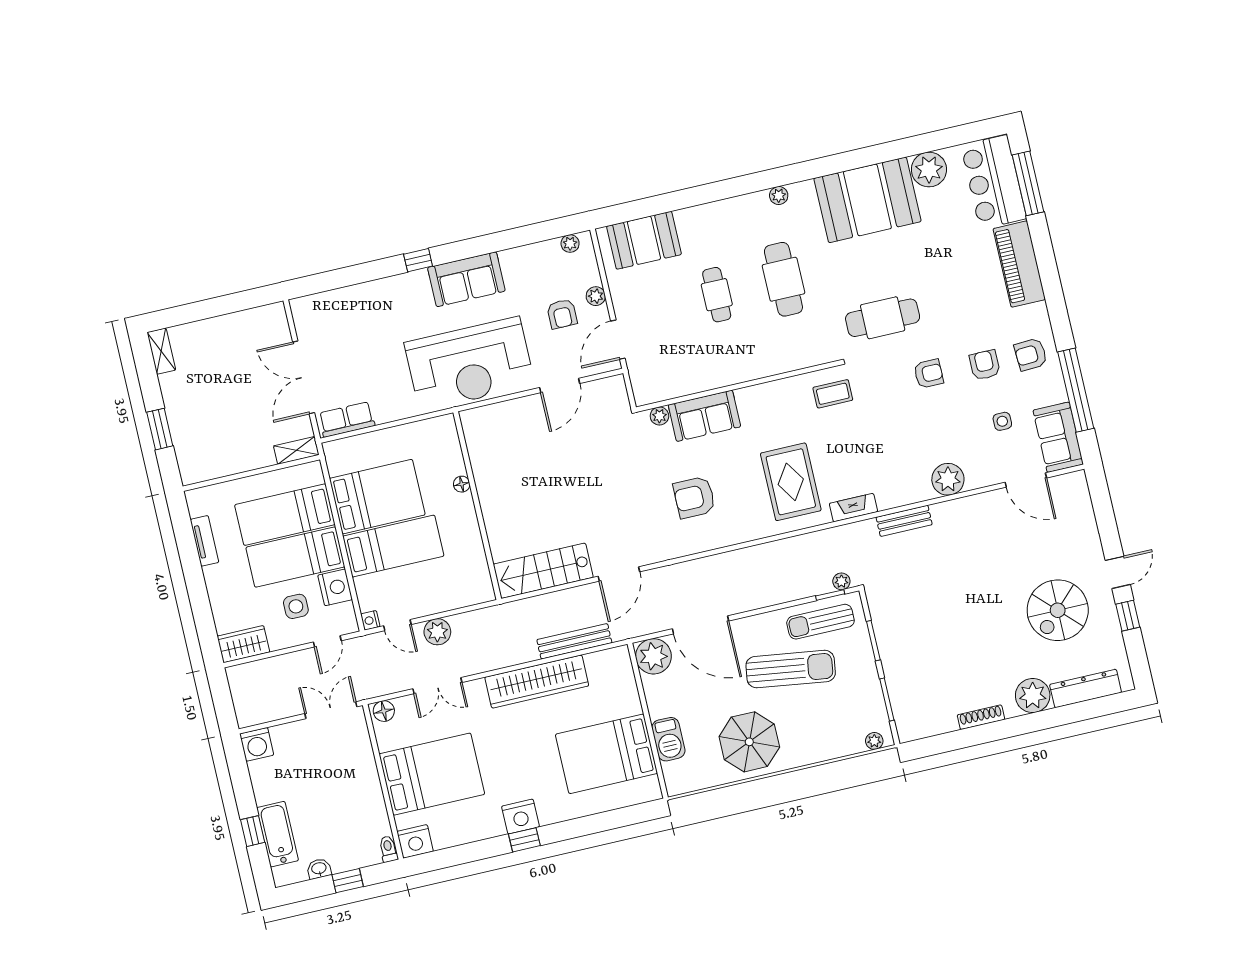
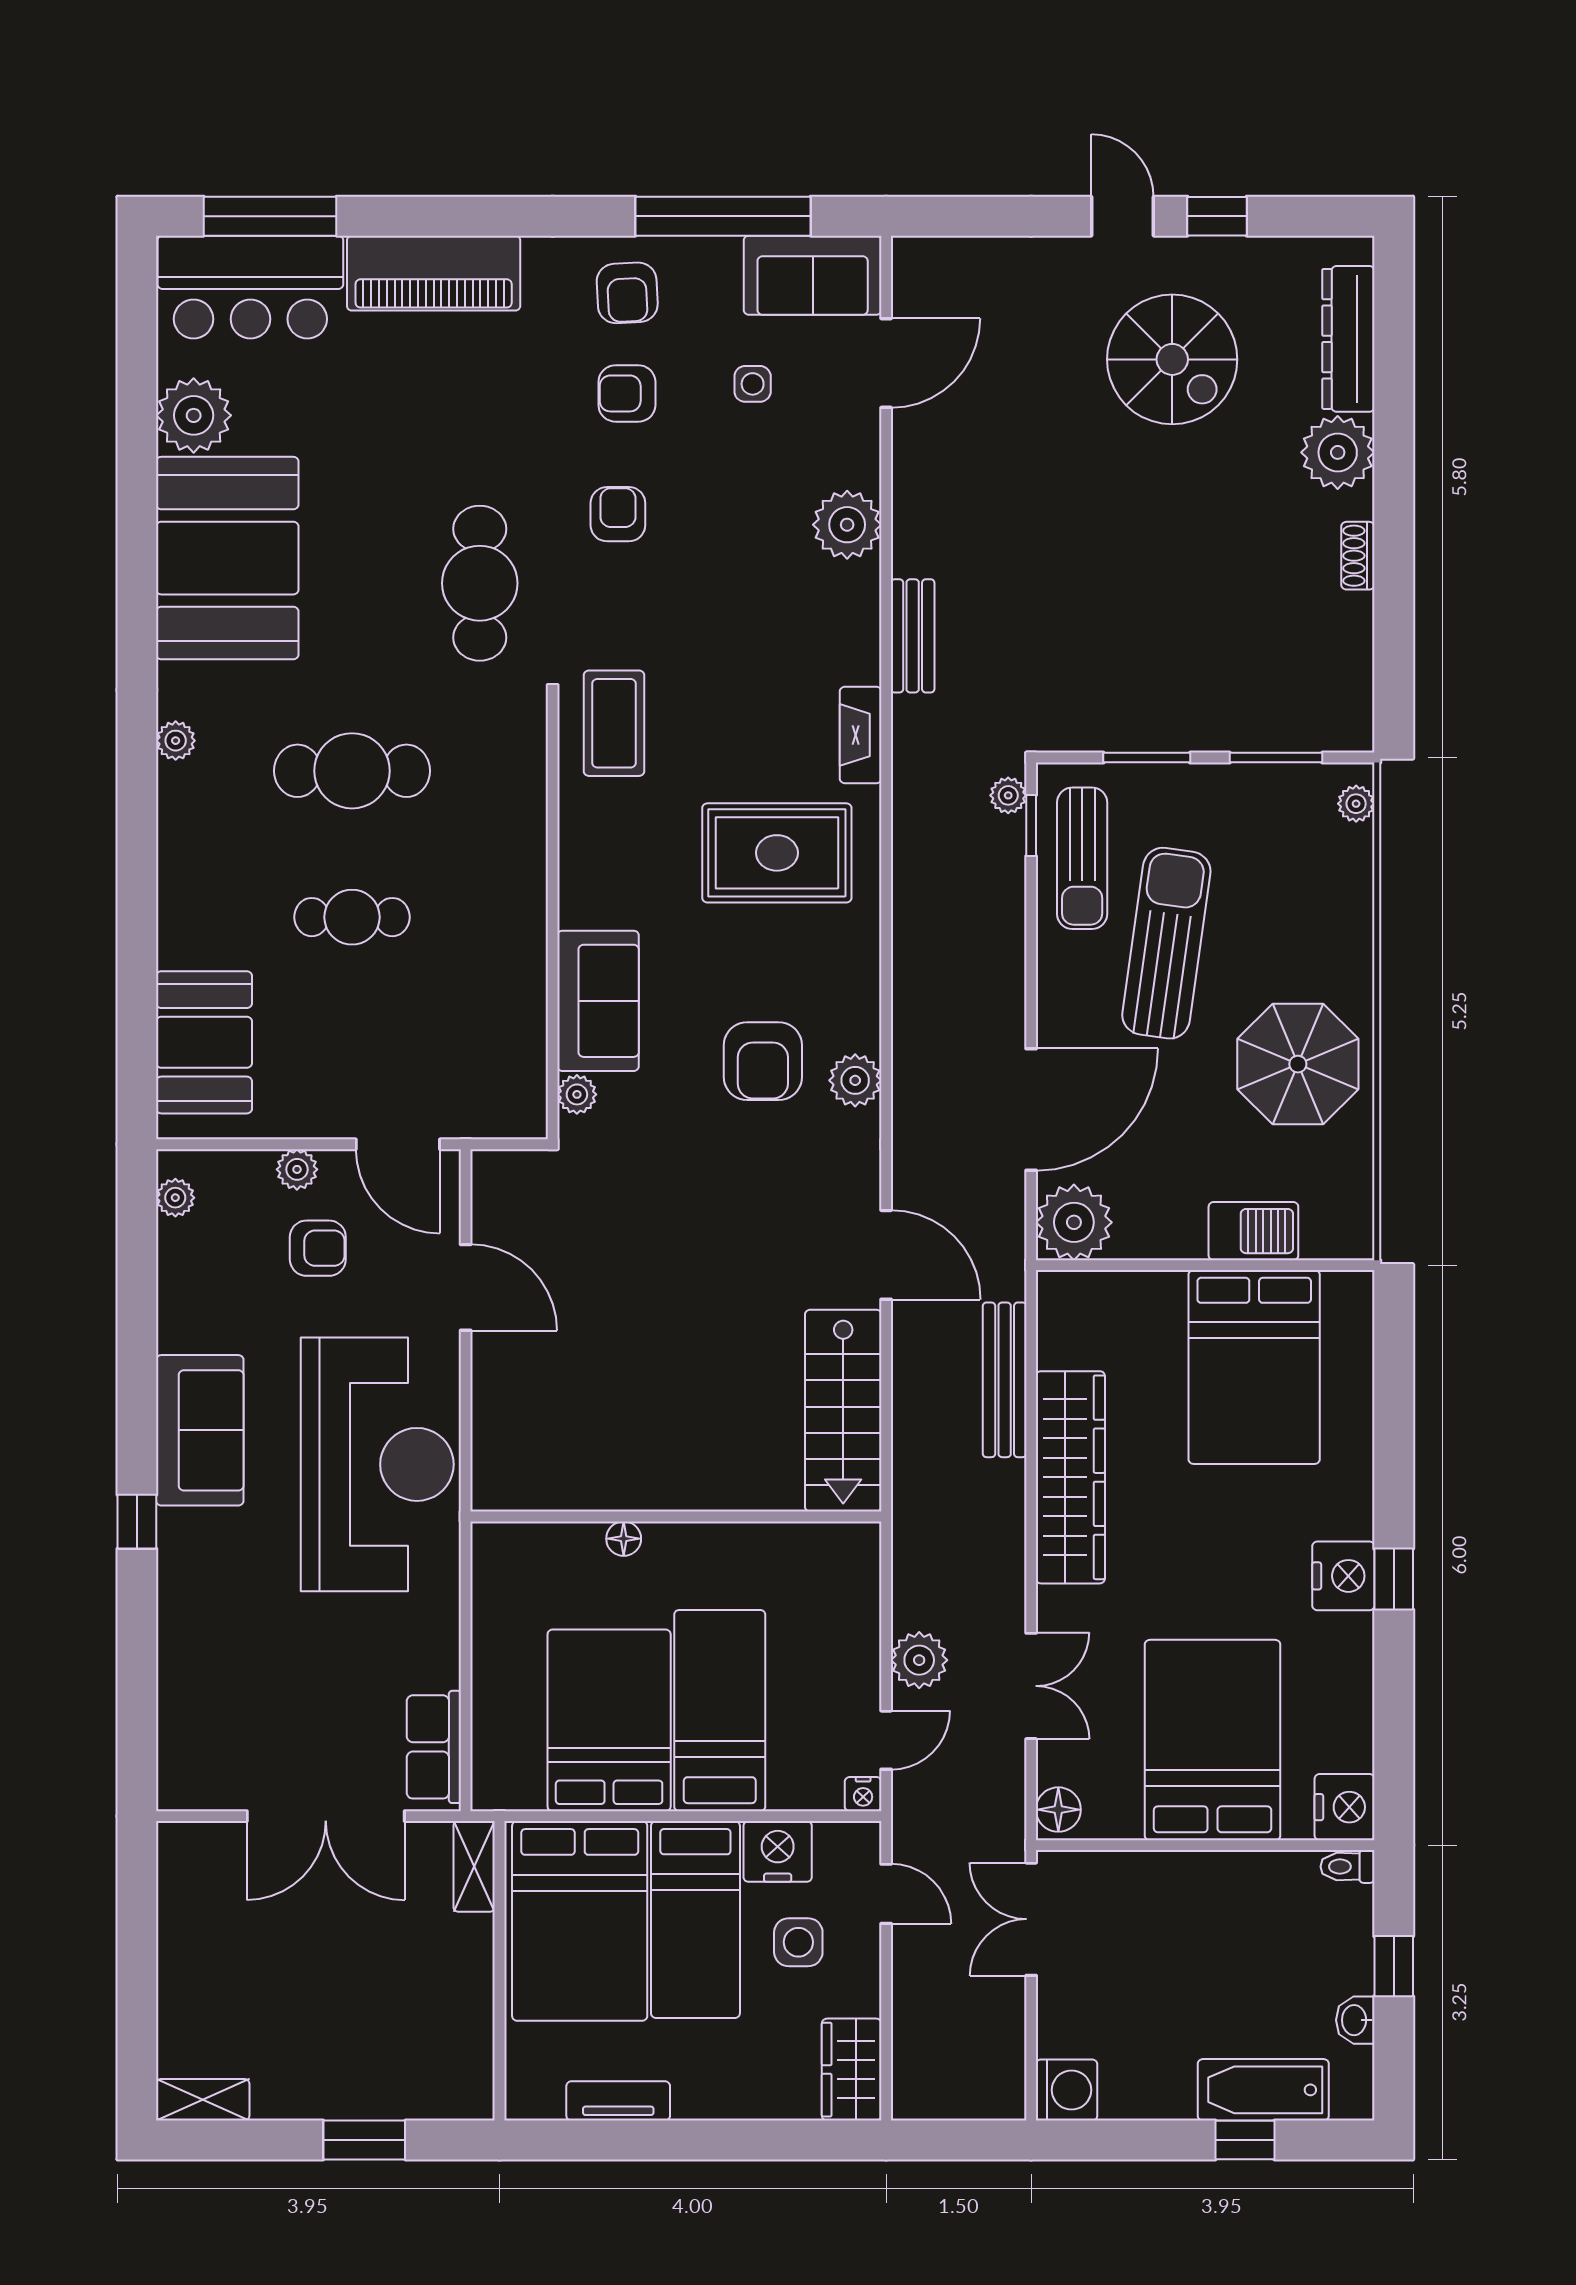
coffee table: (833, 394) -> (614, 723), width x1.36, depth x1.30
bed: (285, 515) -> (580, 1921), width x1.50
plant: (695, 541) -> (855, 1080), added
shoe rack: (981, 717) -> (1358, 556), width x0.70

